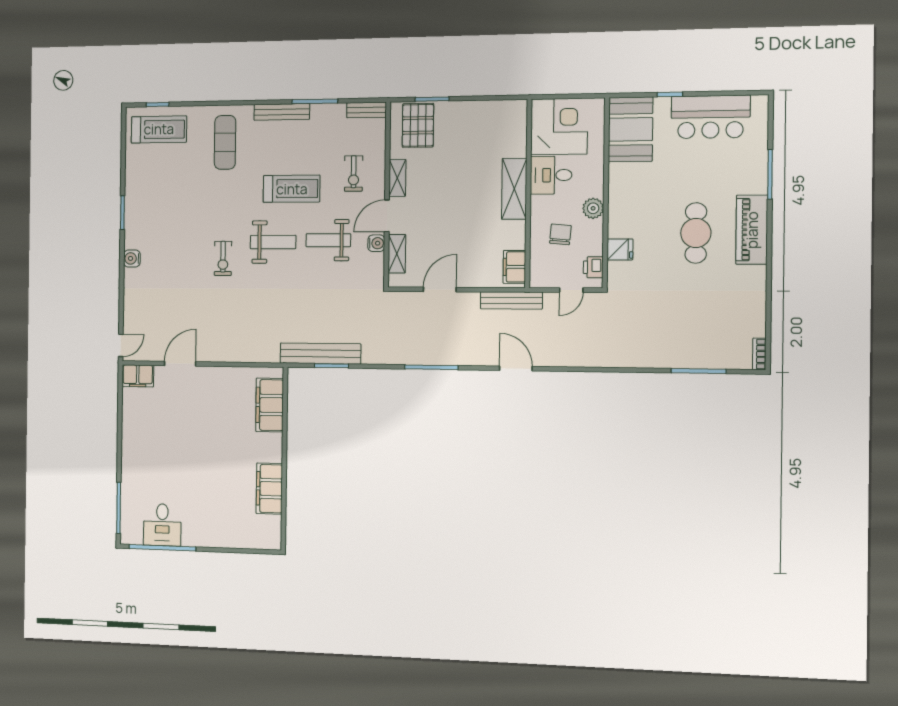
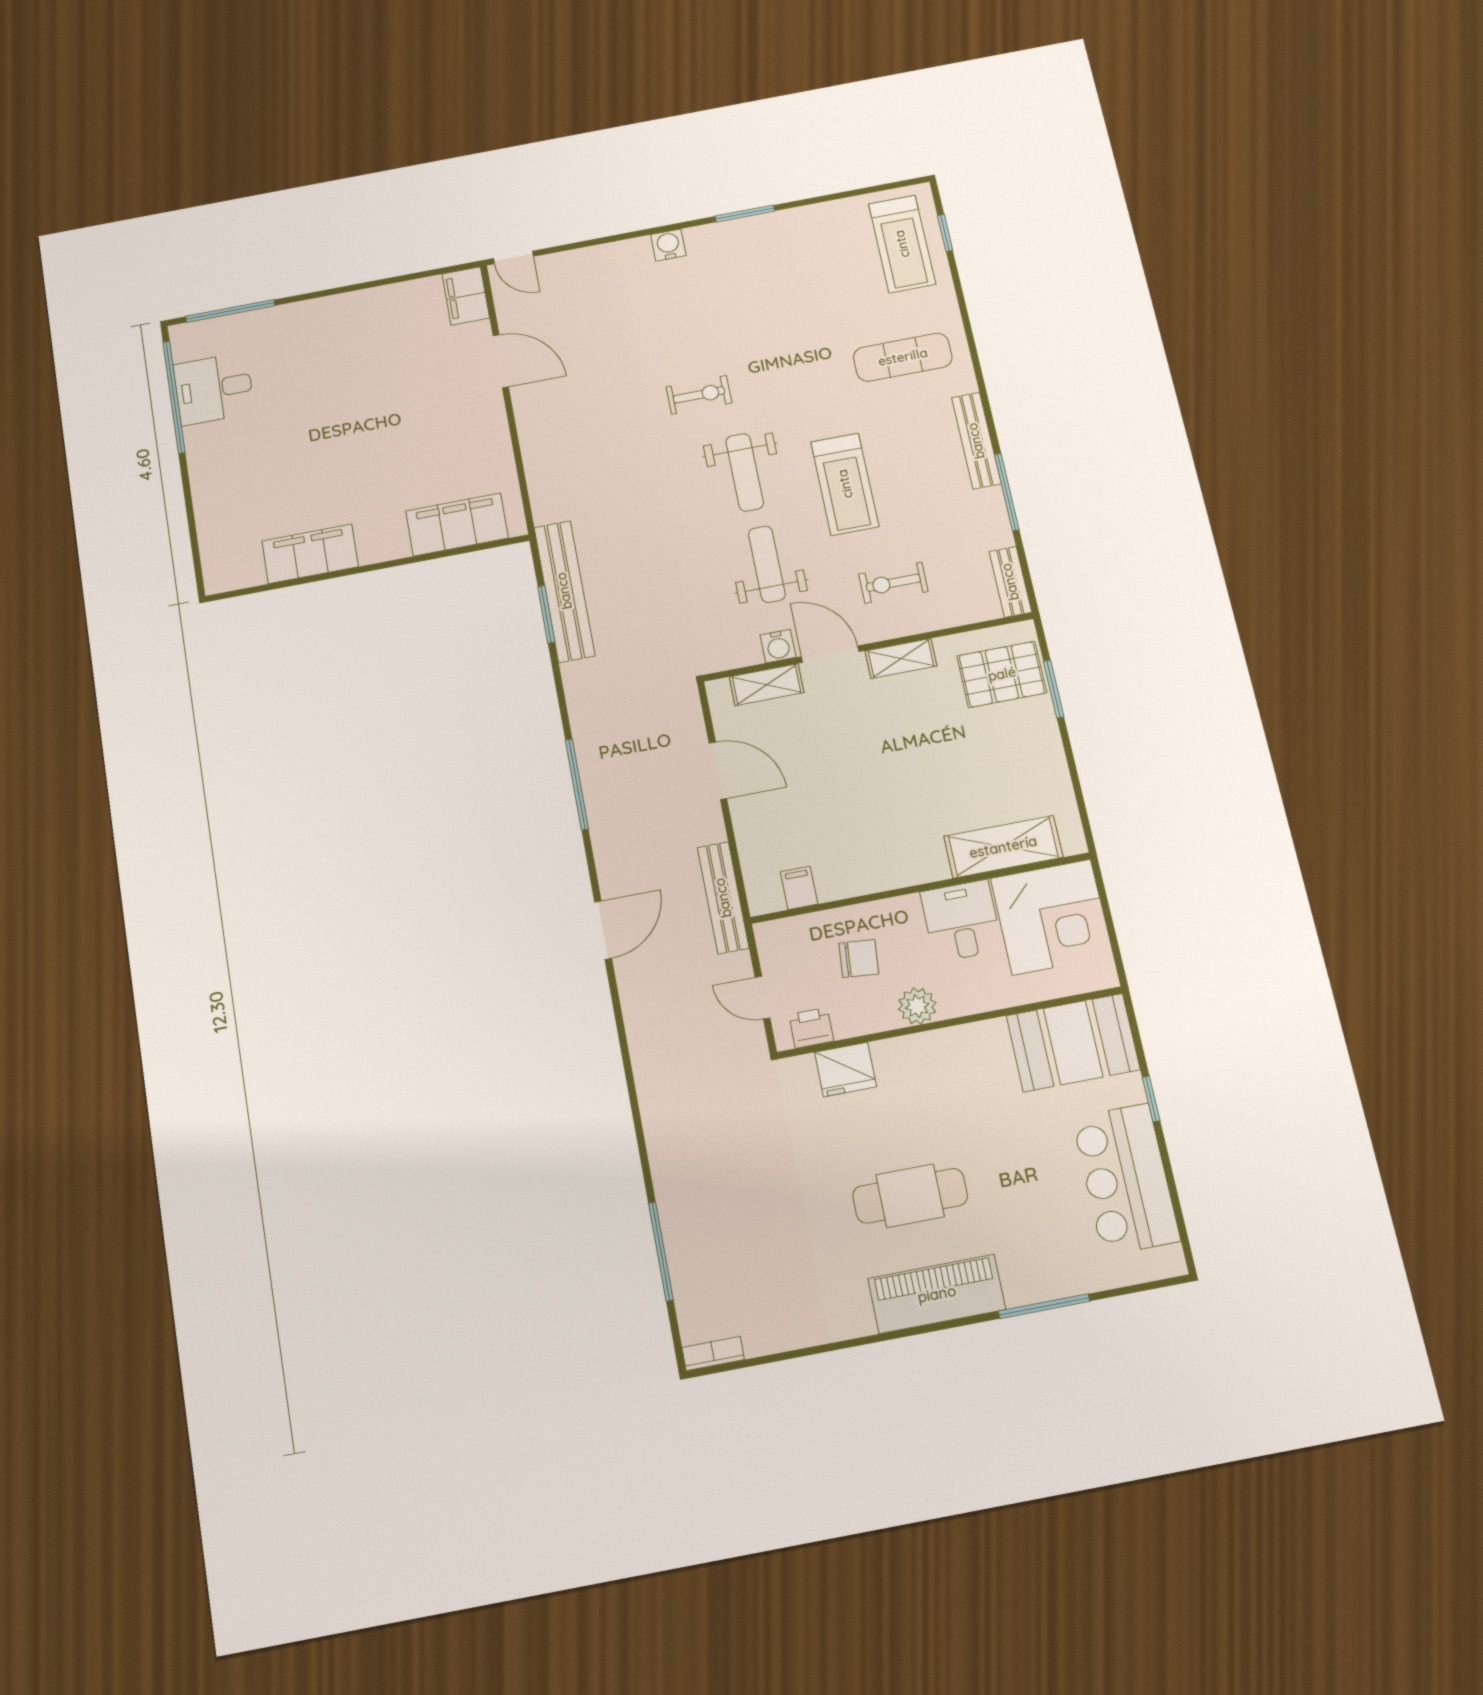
shelving: (514, 189) -> (1003, 847), moved
fridge: (620, 249) -> (846, 1069), width x1.38
exercise bike: (223, 258) -> (699, 395), turned 180
filing cabinet: (514, 267) -> (799, 888), width x0.50

